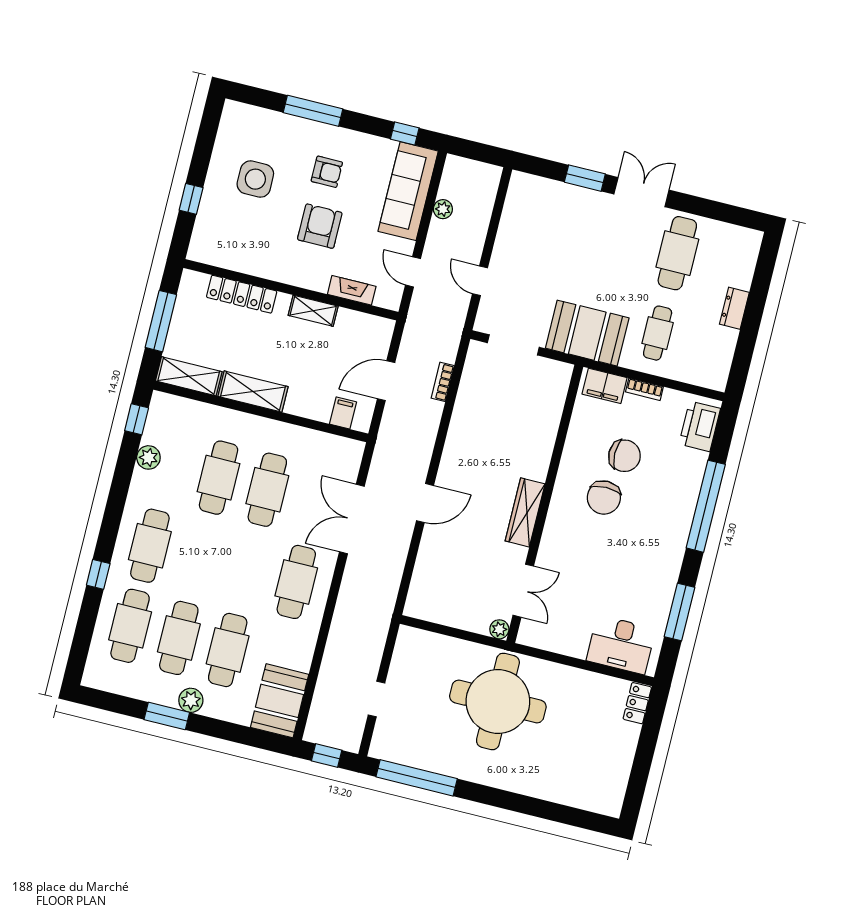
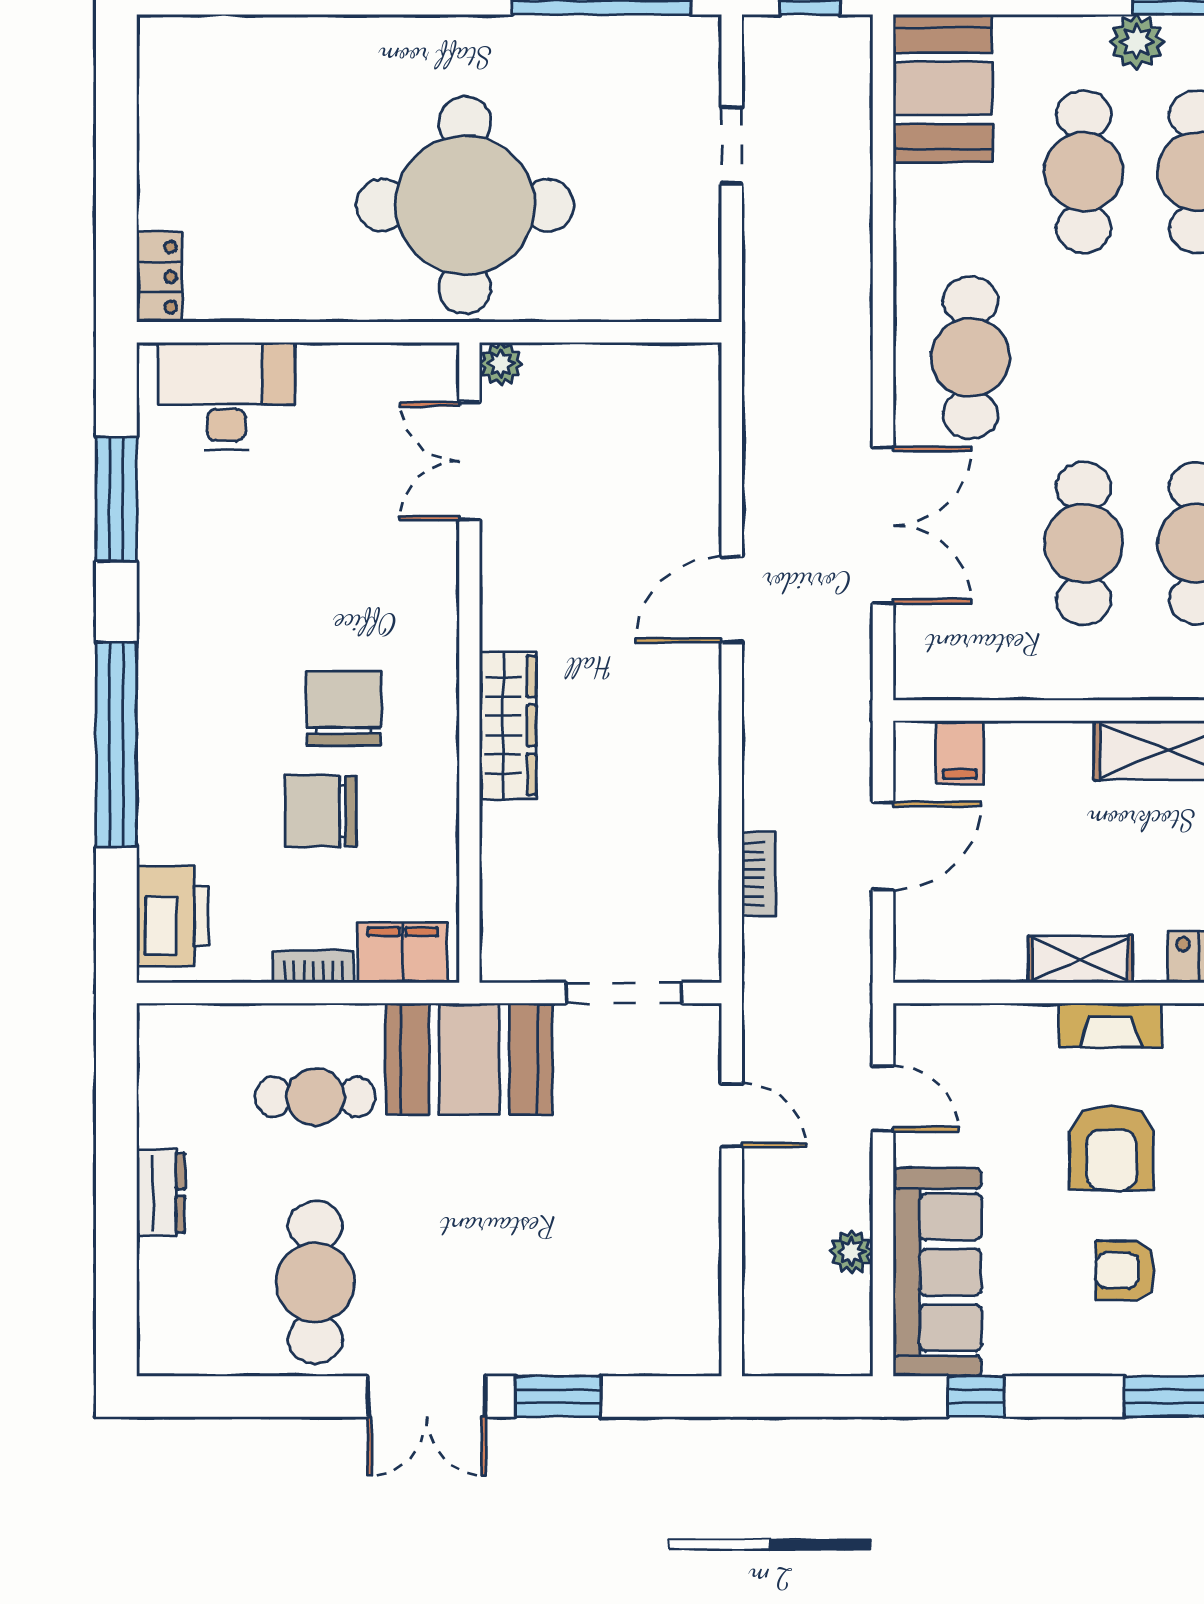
fireplace: (352, 290) -> (1111, 1025), moved
cafe table: (658, 333) -> (315, 1097), turned 90
wardrobe: (525, 512) -> (508, 726), moved

